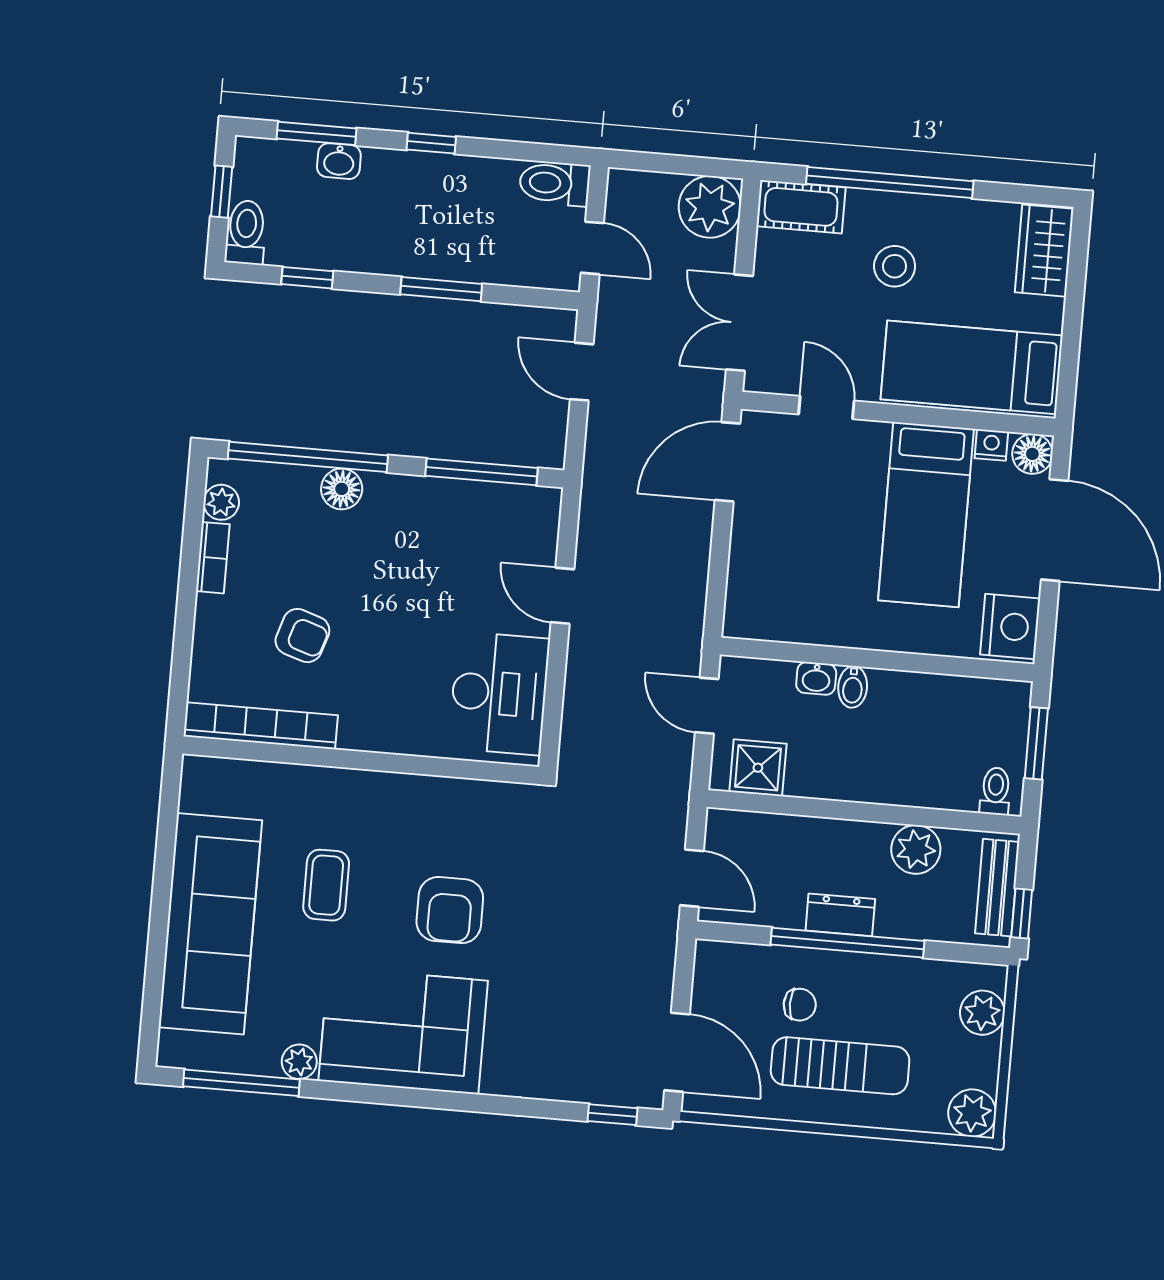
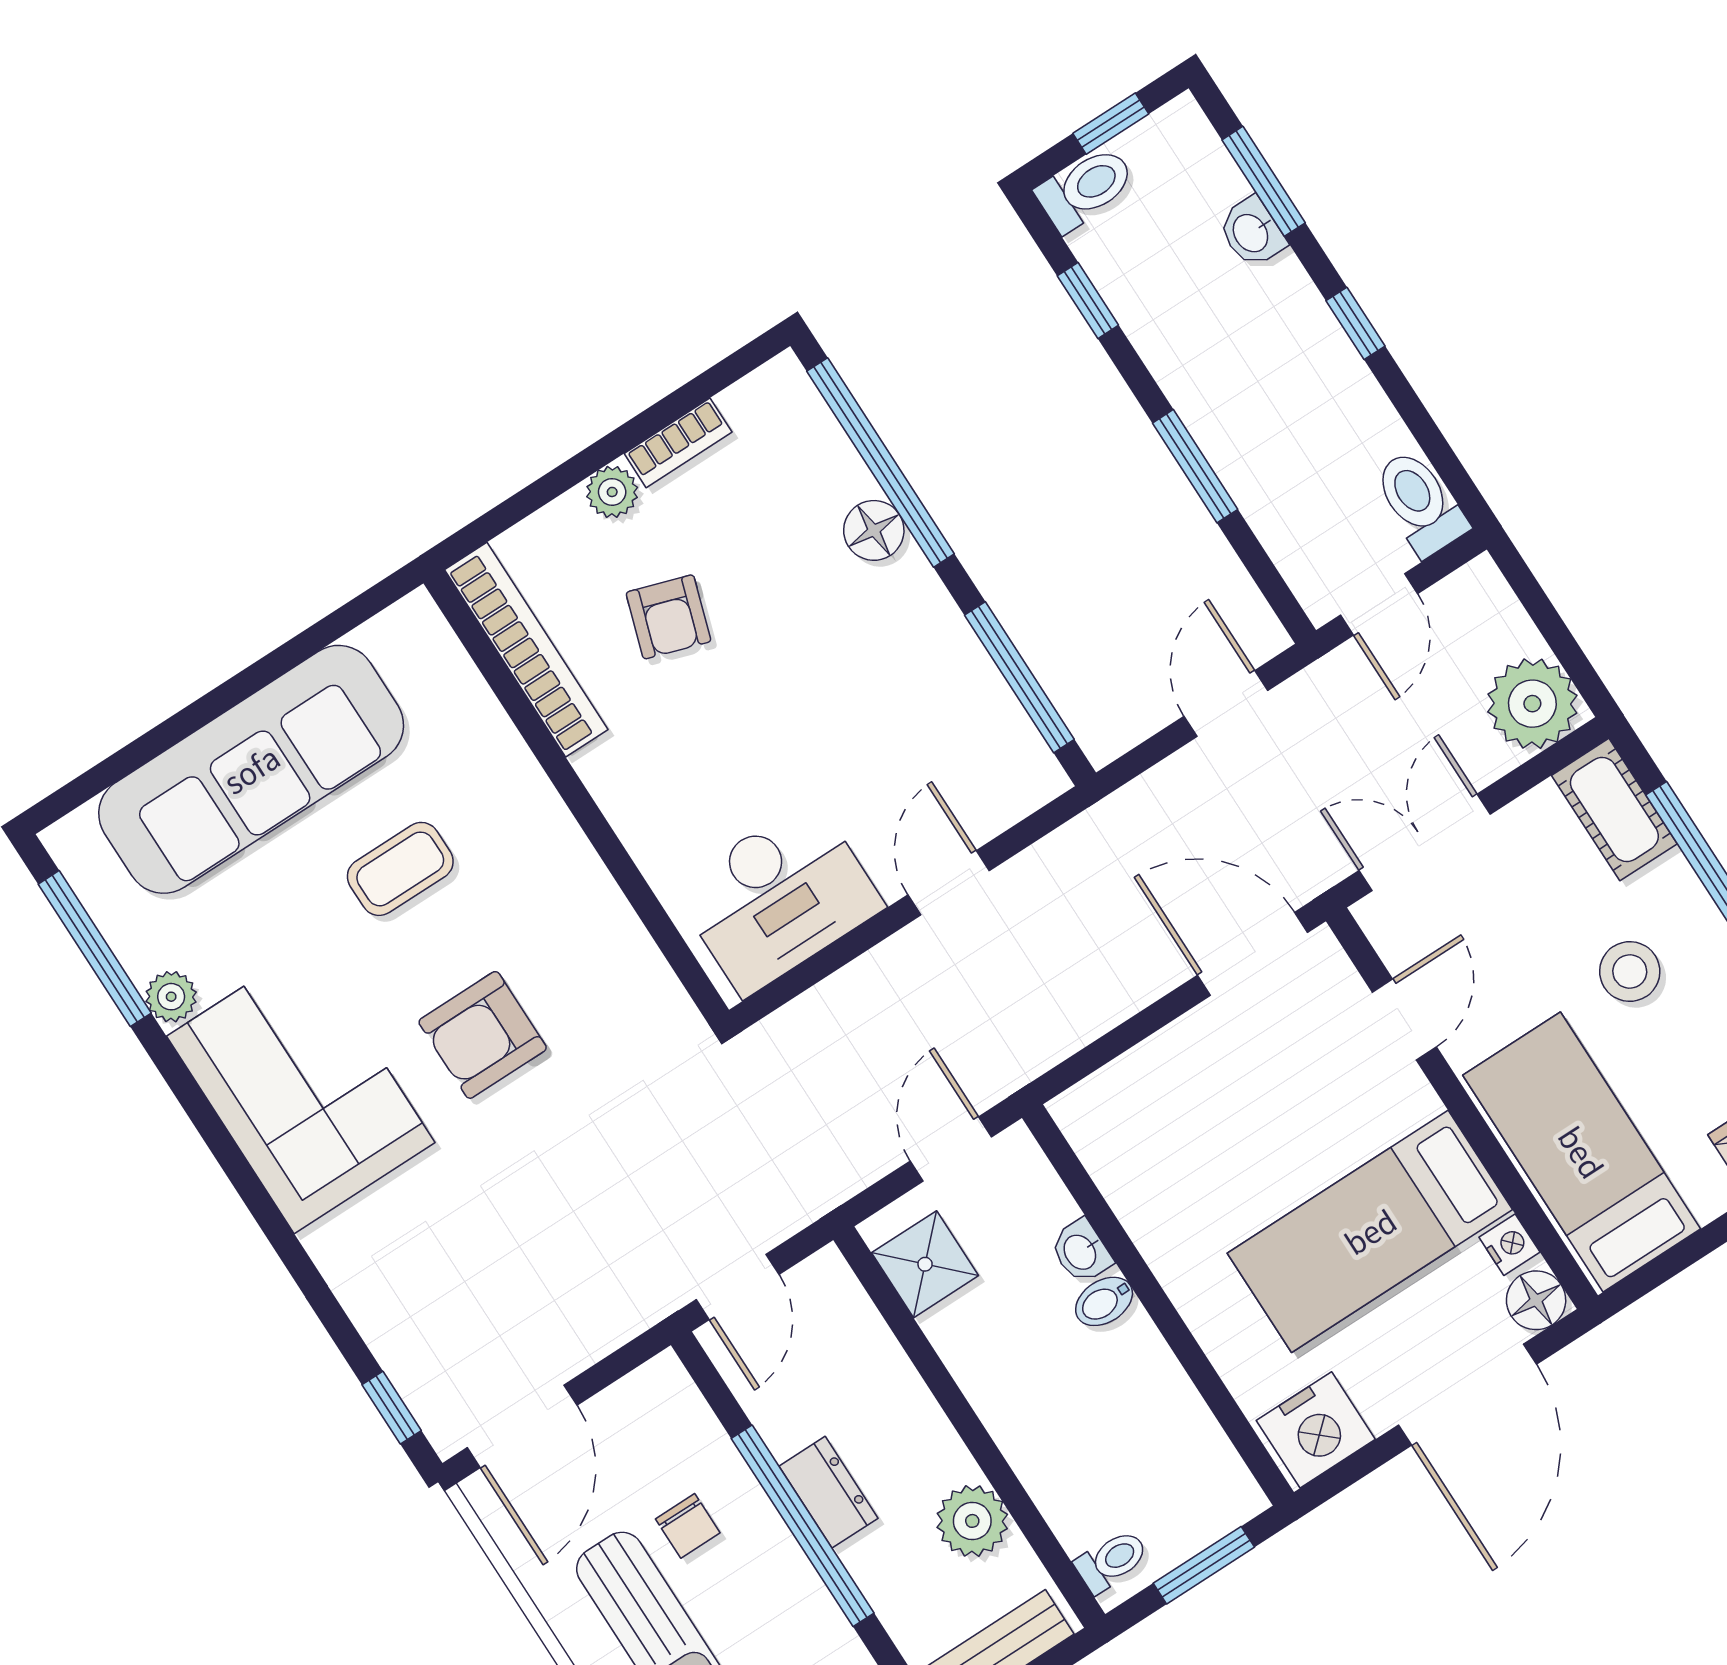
plant: (221, 502) -> (612, 492), moved

